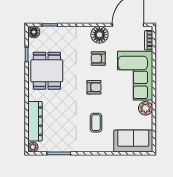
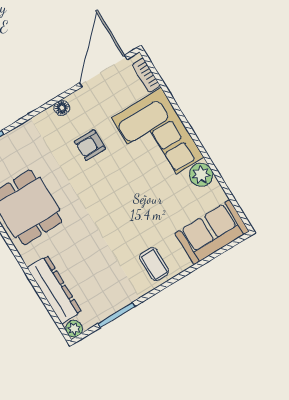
floor lamp: (99, 35) -> (62, 108), width x0.53, depth x0.53
armchair: (94, 87) -> (109, 190), removed
coffee table: (96, 123) -> (154, 264), moved

